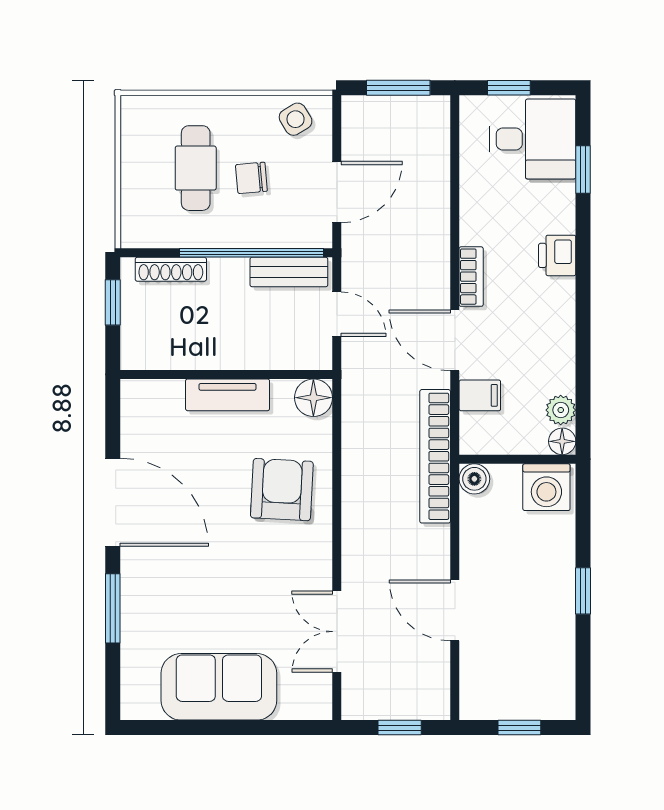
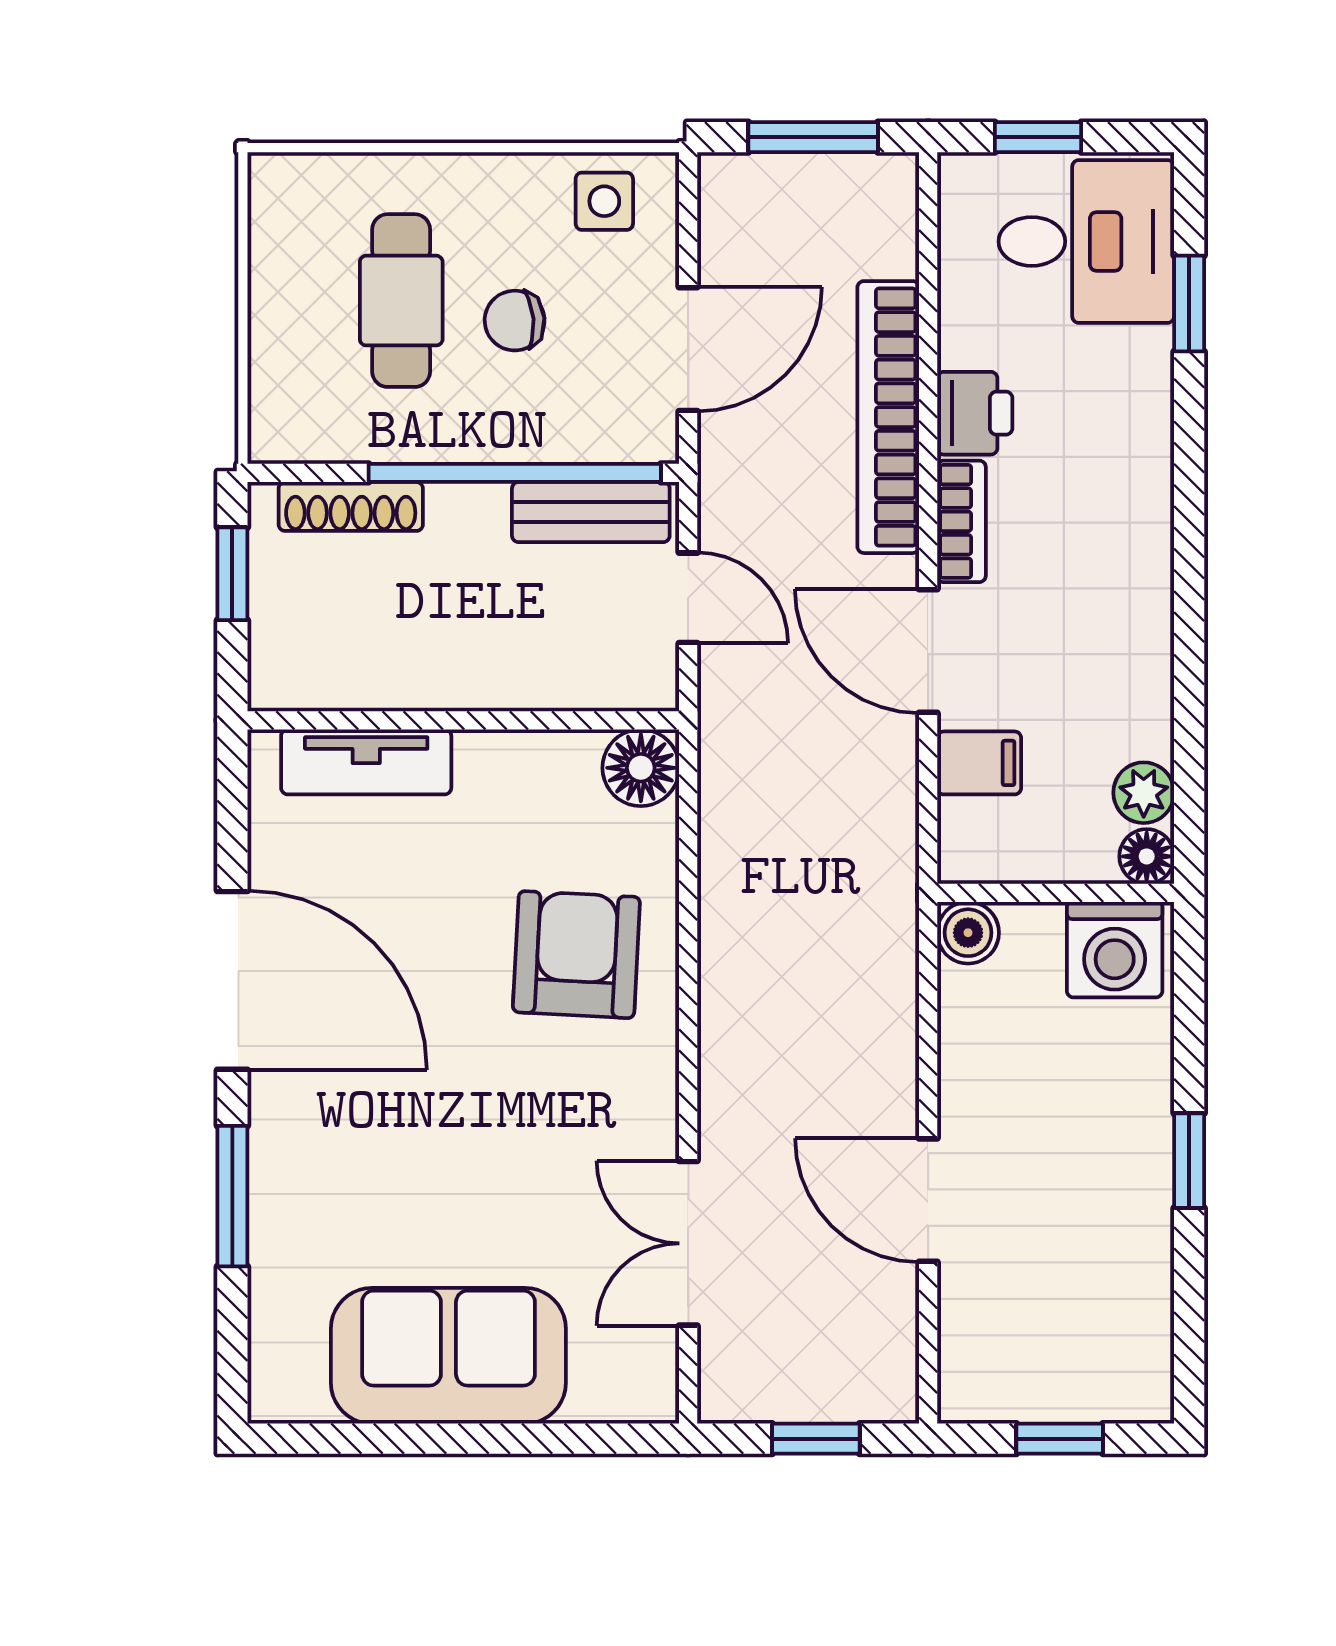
side table: (296, 119) -> (604, 201), turned 31
printer: (557, 255) -> (975, 413), moved, turned 180
tv unit: (228, 395) -> (366, 762), moved
bookcase: (435, 456) -> (888, 417), moved

